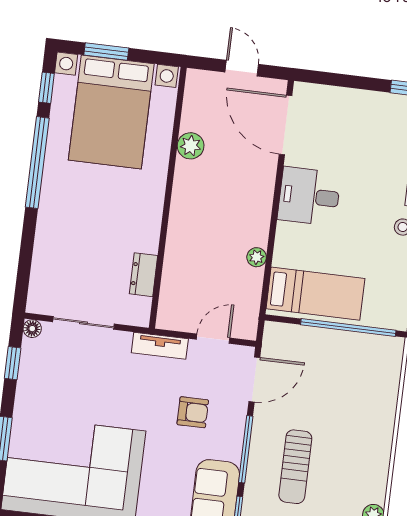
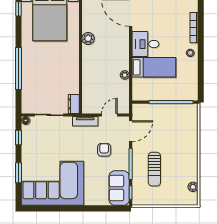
plant: (191, 146) -> (88, 38), moved
window: (37, 163) -> (19, 68), moved
dresser: (144, 275) -> (74, 104), moved
bed: (315, 294) -> (154, 67), moved
armchair: (193, 412) -> (104, 150), turned -90

